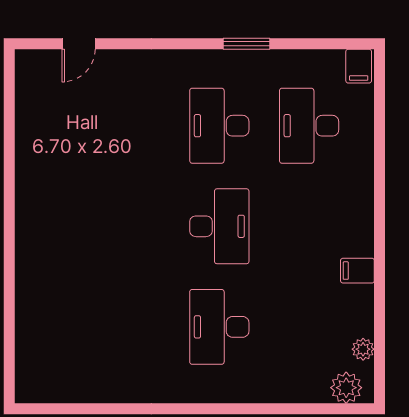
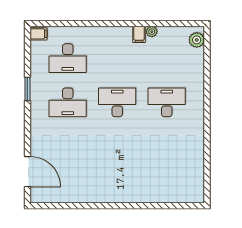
door: (79, 44) -> (27, 172), width x1.88
desk: (219, 327) -> (167, 102), turned 180
plant: (363, 349) -> (152, 32), moved

